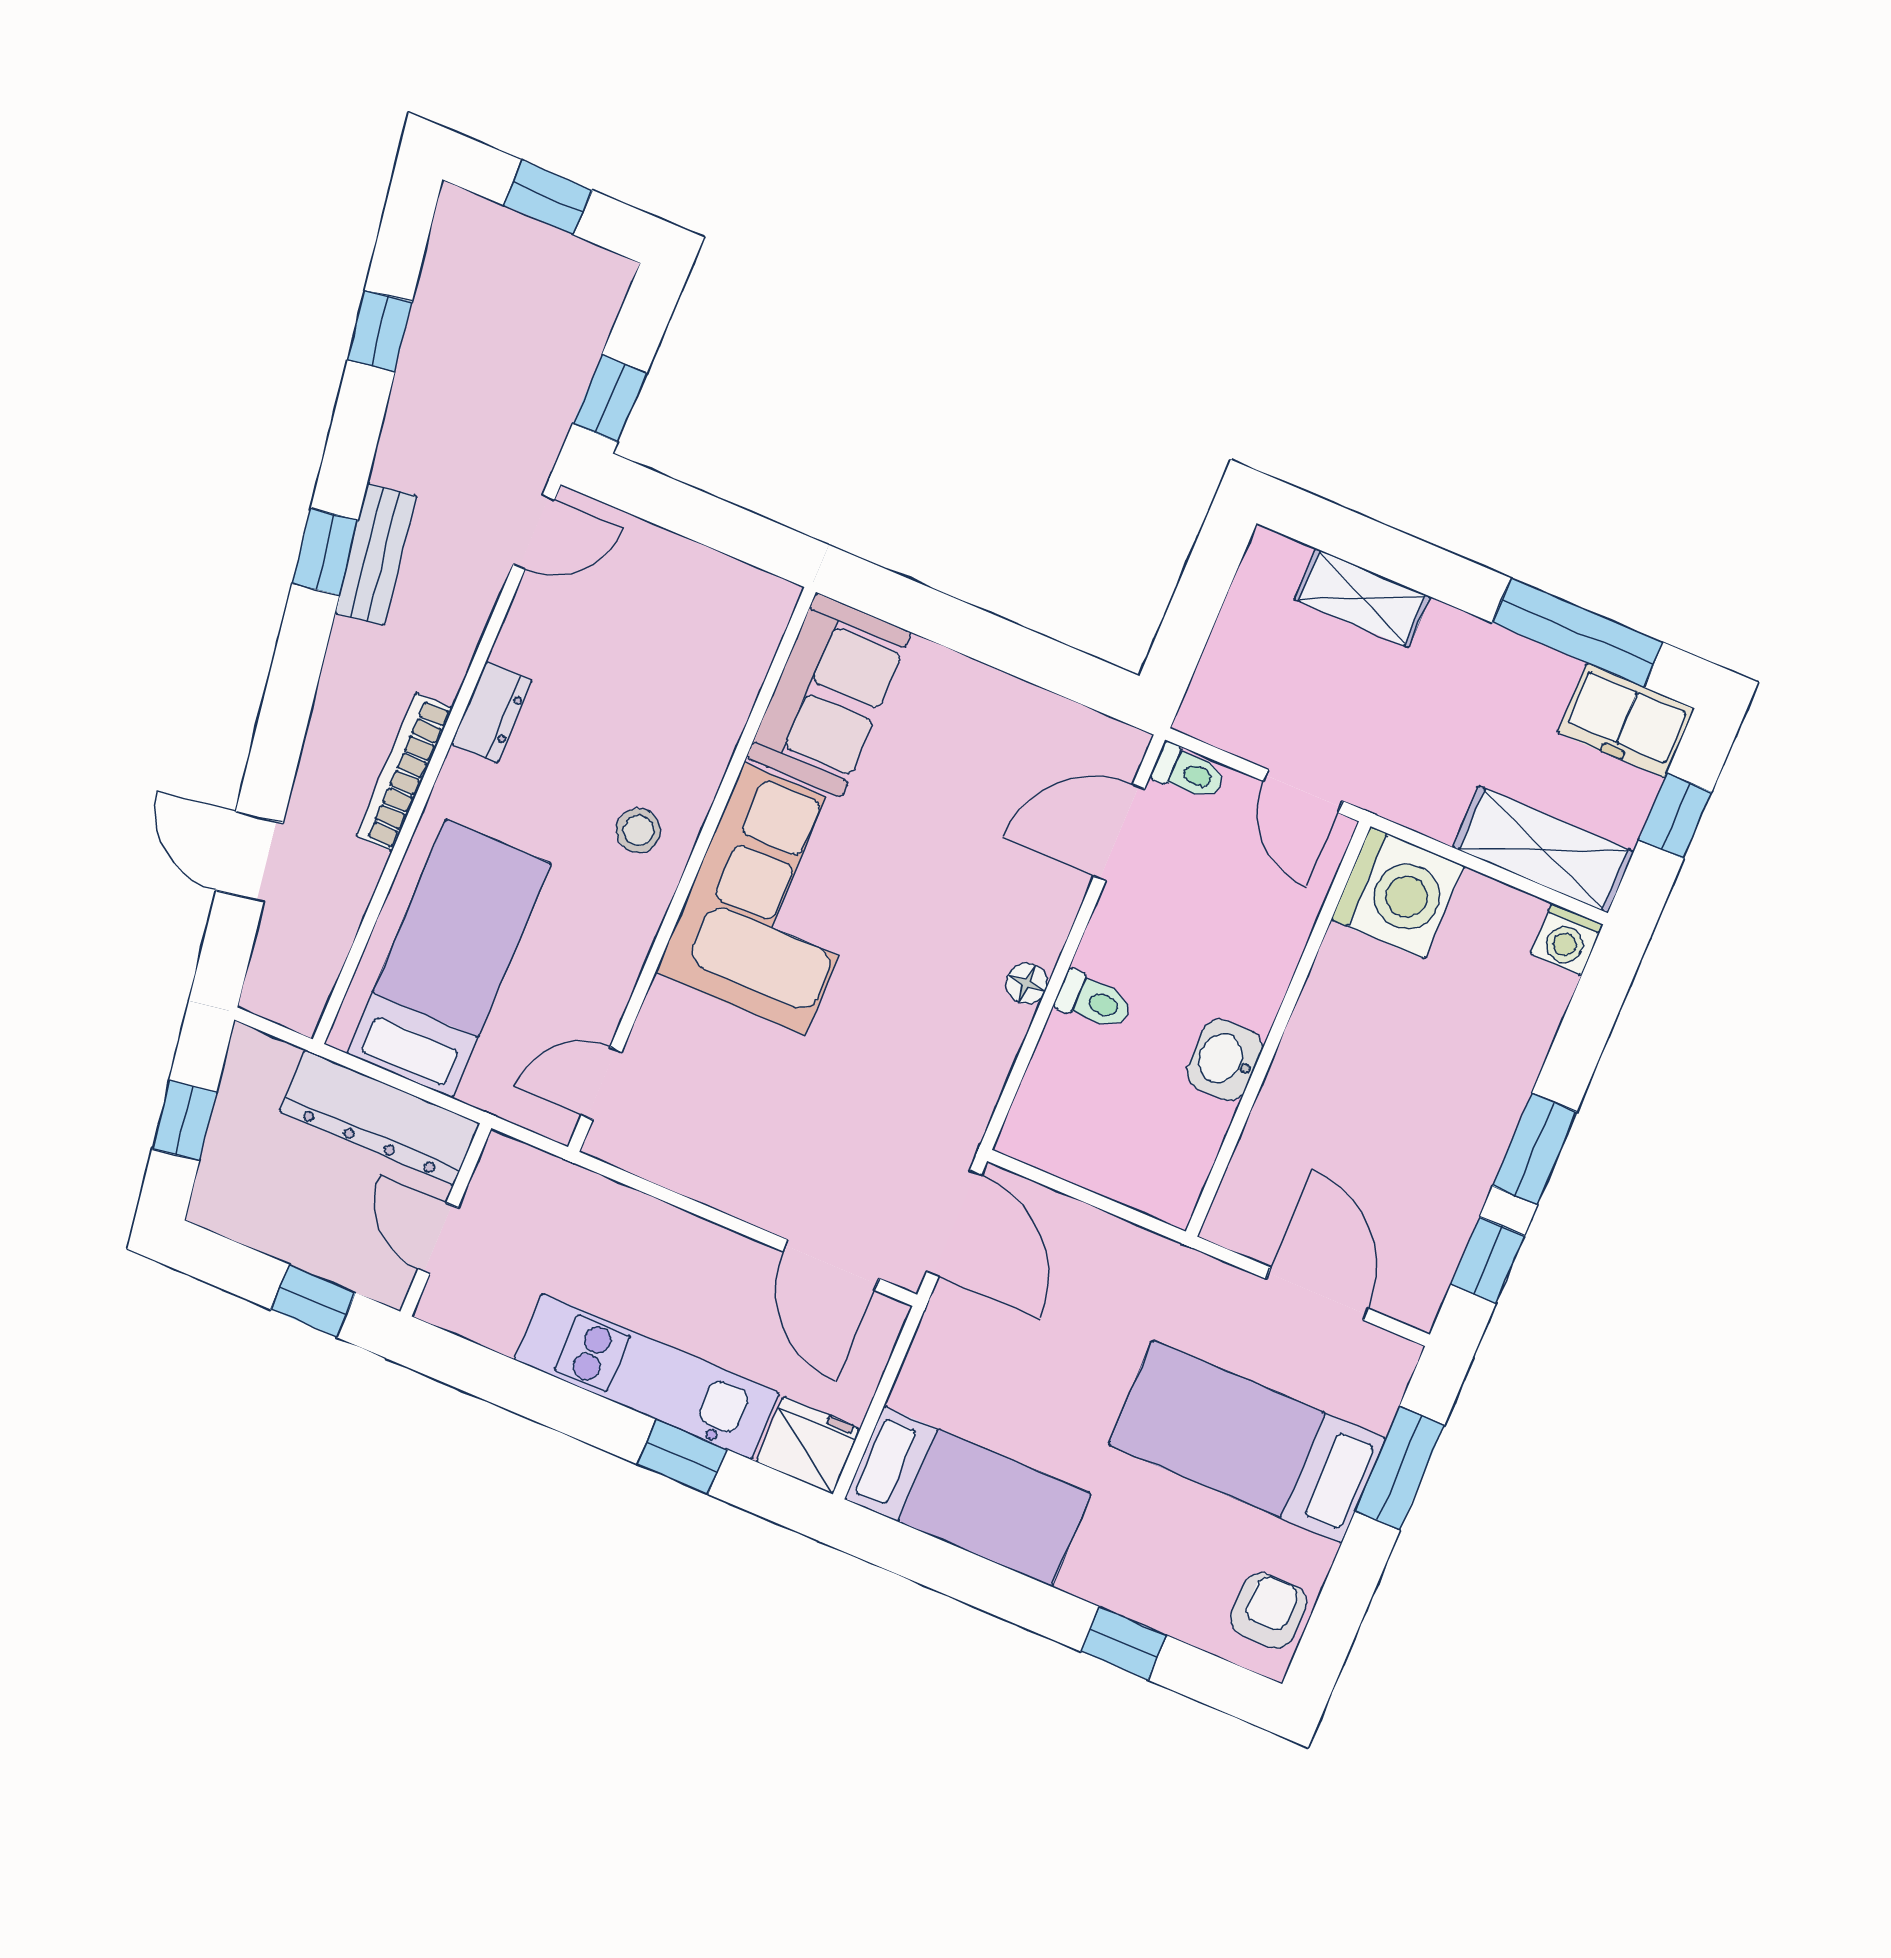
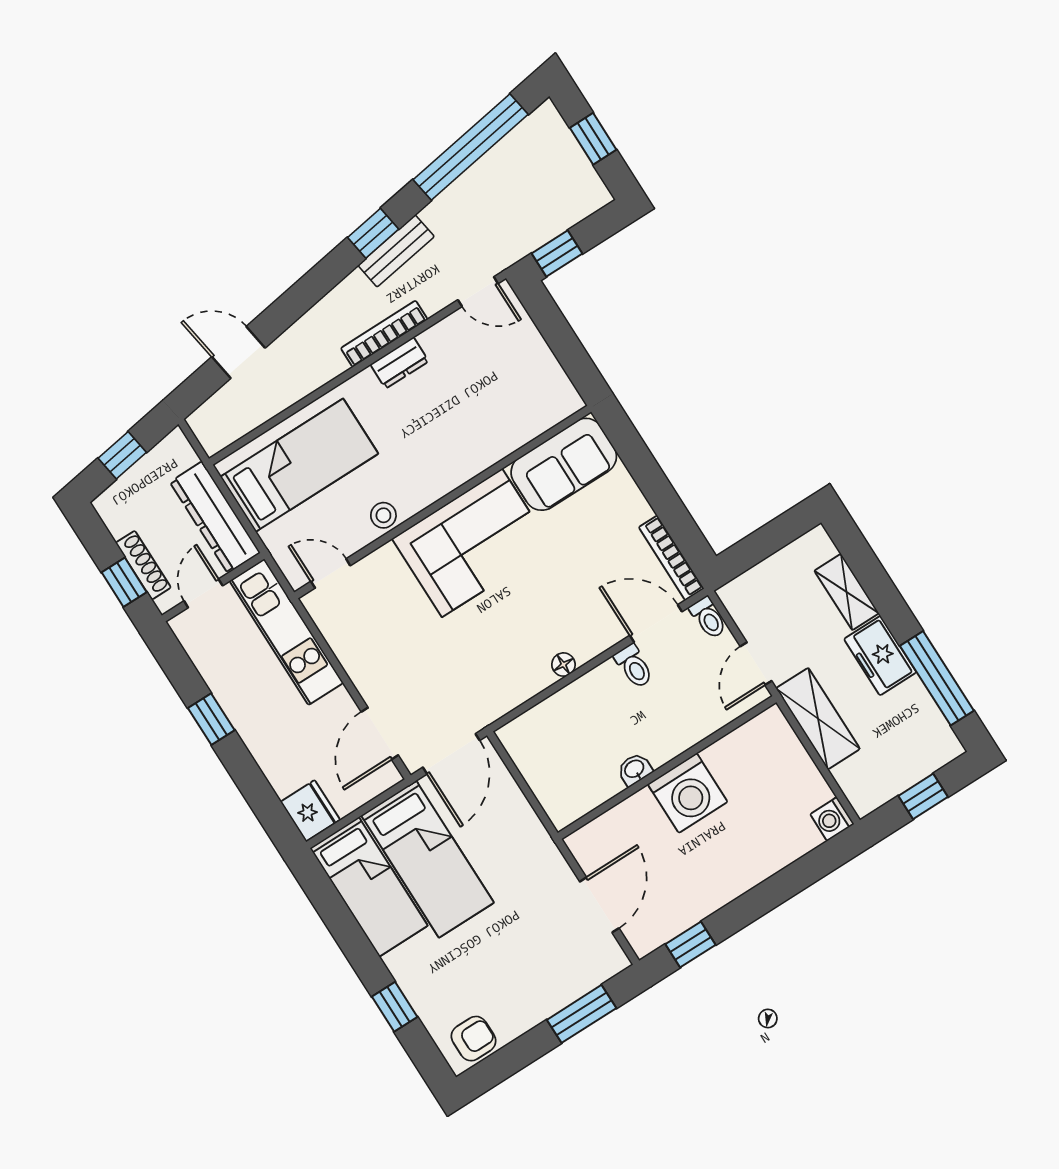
window: (380, 331) -> (471, 147), width x3.17
freezer: (1626, 720) -> (880, 656), moved
bookcase: (1076, 723) -> (671, 558), added
bookcase: (404, 772) -> (384, 334), moved
stool: (638, 831) -> (383, 515), moved
shelving: (1543, 849) -> (818, 719), moved
door: (249, 857) -> (238, 352), hinge flipped
washing machine: (1397, 893) -> (688, 793), moved
toilet: (1094, 1001) -> (634, 666), moved
washbasin: (1224, 1060) -> (635, 769), width x0.72, depth x0.69
window: (1535, 1149) -> (749, 907), removed
shoe rack: (324, 1258) -> (143, 565), added
kitchen unit: (647, 1376) -> (286, 632), moved, turned 180
bed: (1247, 1442) -> (428, 859), moved, turned 180
window: (682, 1457) -> (211, 719), moved

